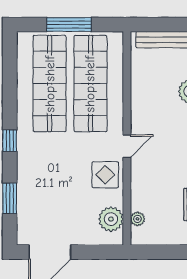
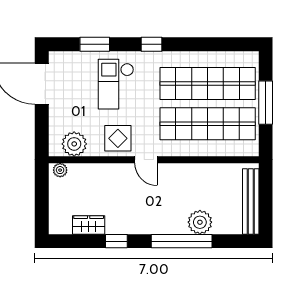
checkout: (50, 177) -> (116, 84), added
plant: (138, 219) -> (60, 170), moved

